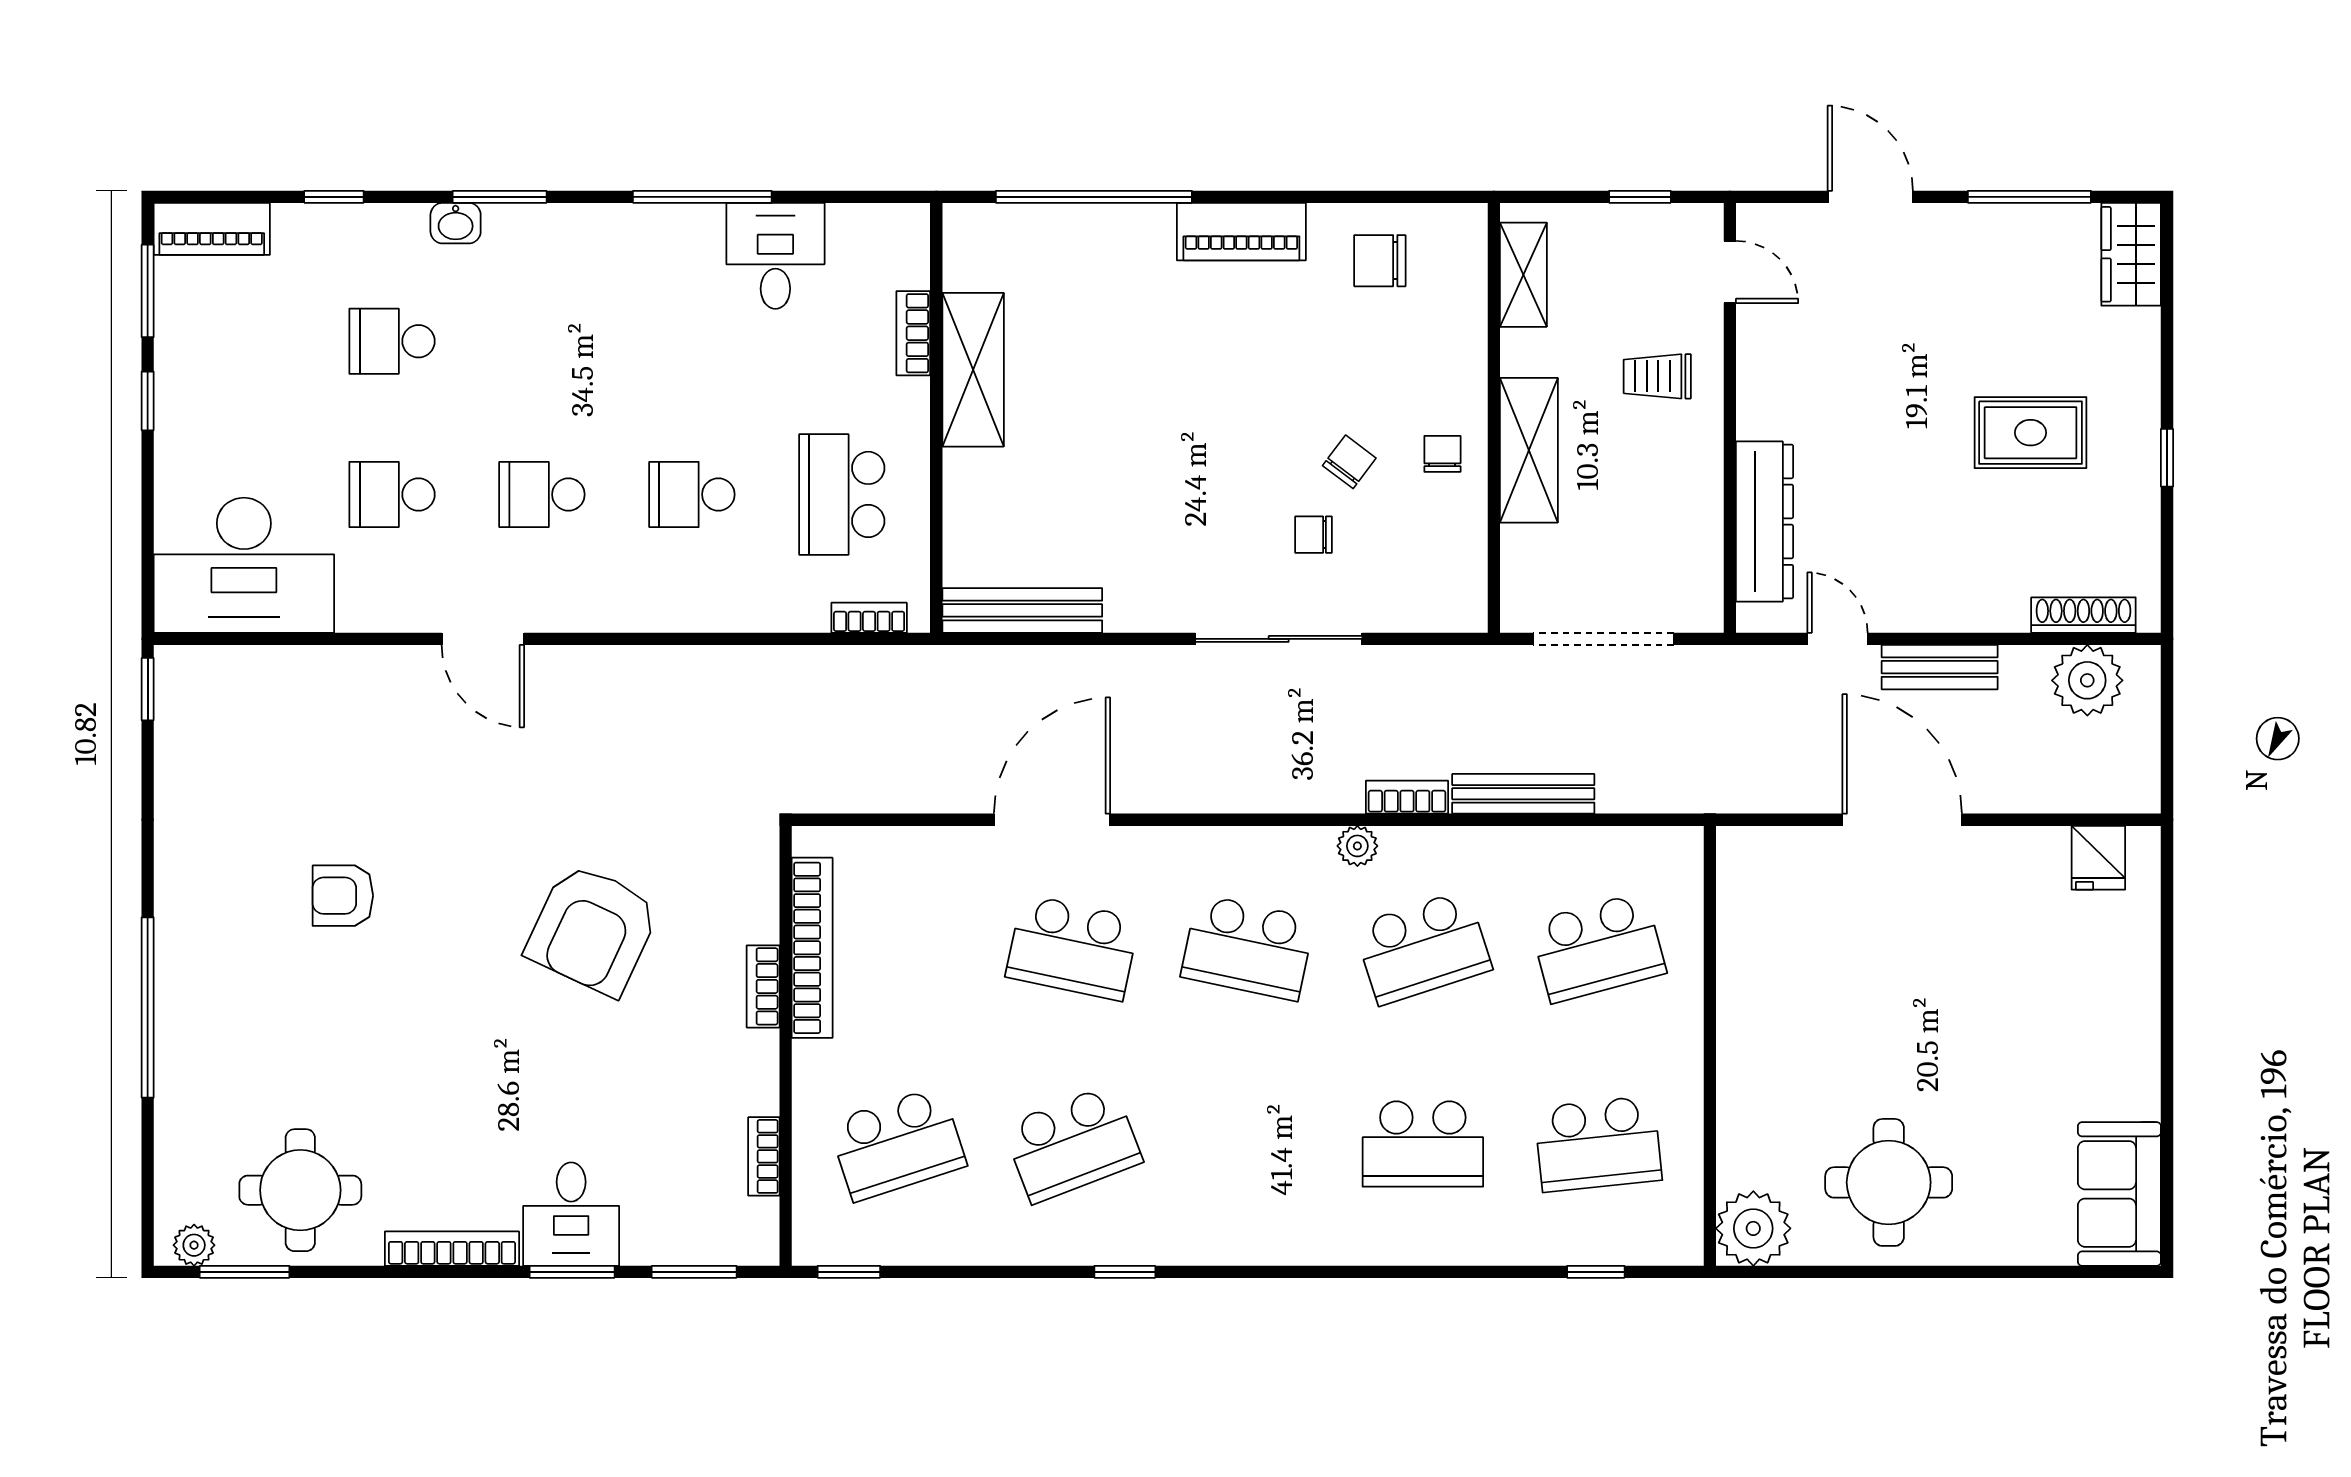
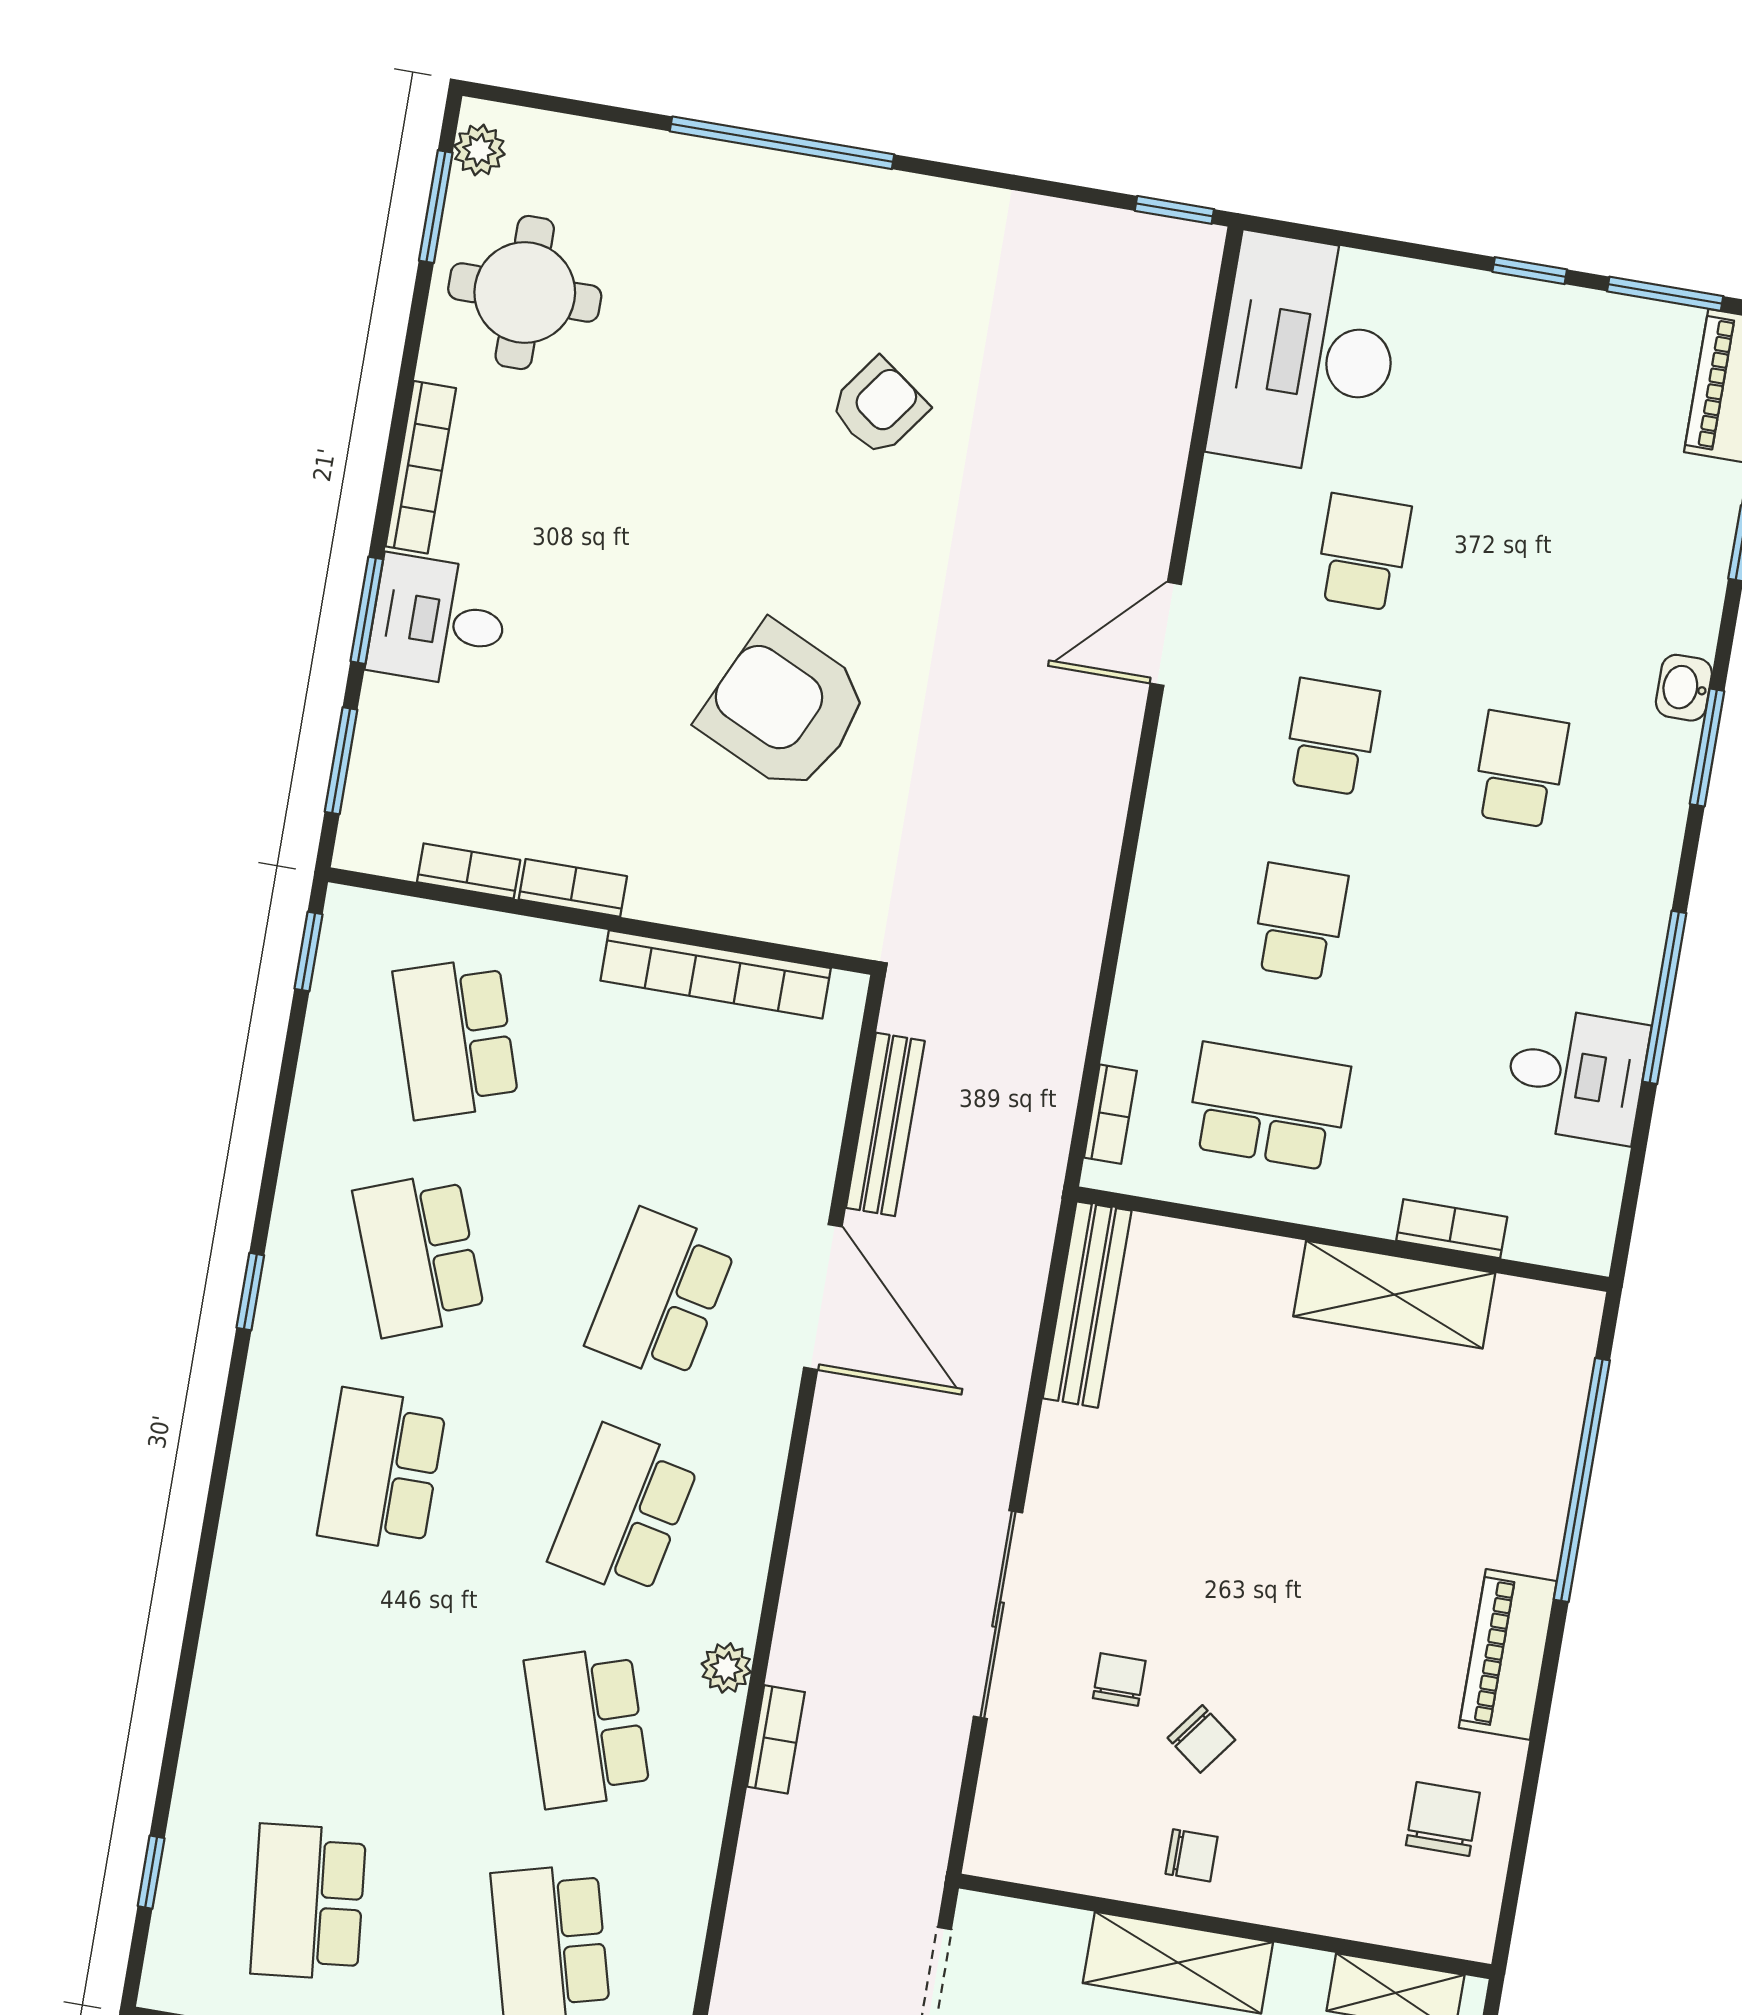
school desk: (392, 341) -> (1520, 769), moved
bench: (1523, 794) -> (885, 1124), moved
armchair: (343, 896) -> (879, 407), turned 36
bookcase: (763, 986) -> (573, 888), moved
school desk: (1423, 1144) -> (382, 1470), moved

